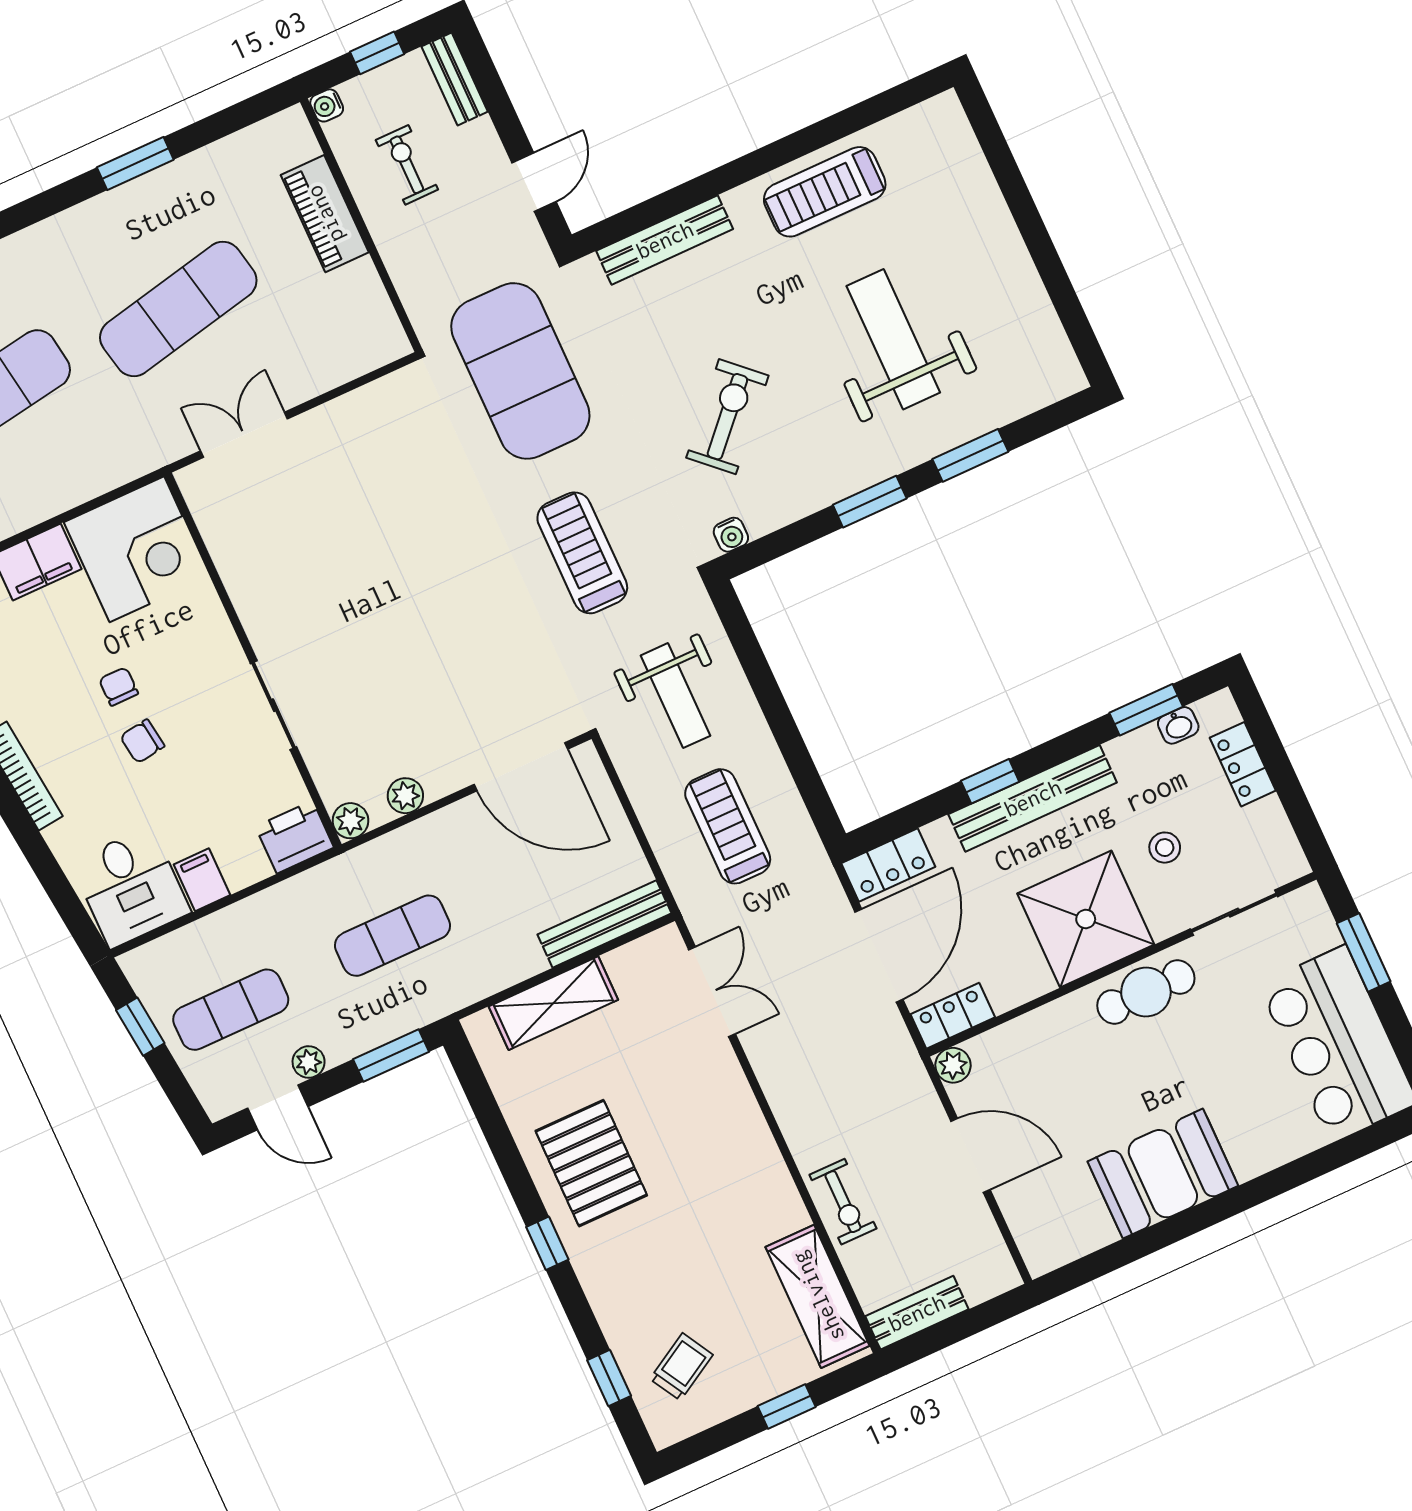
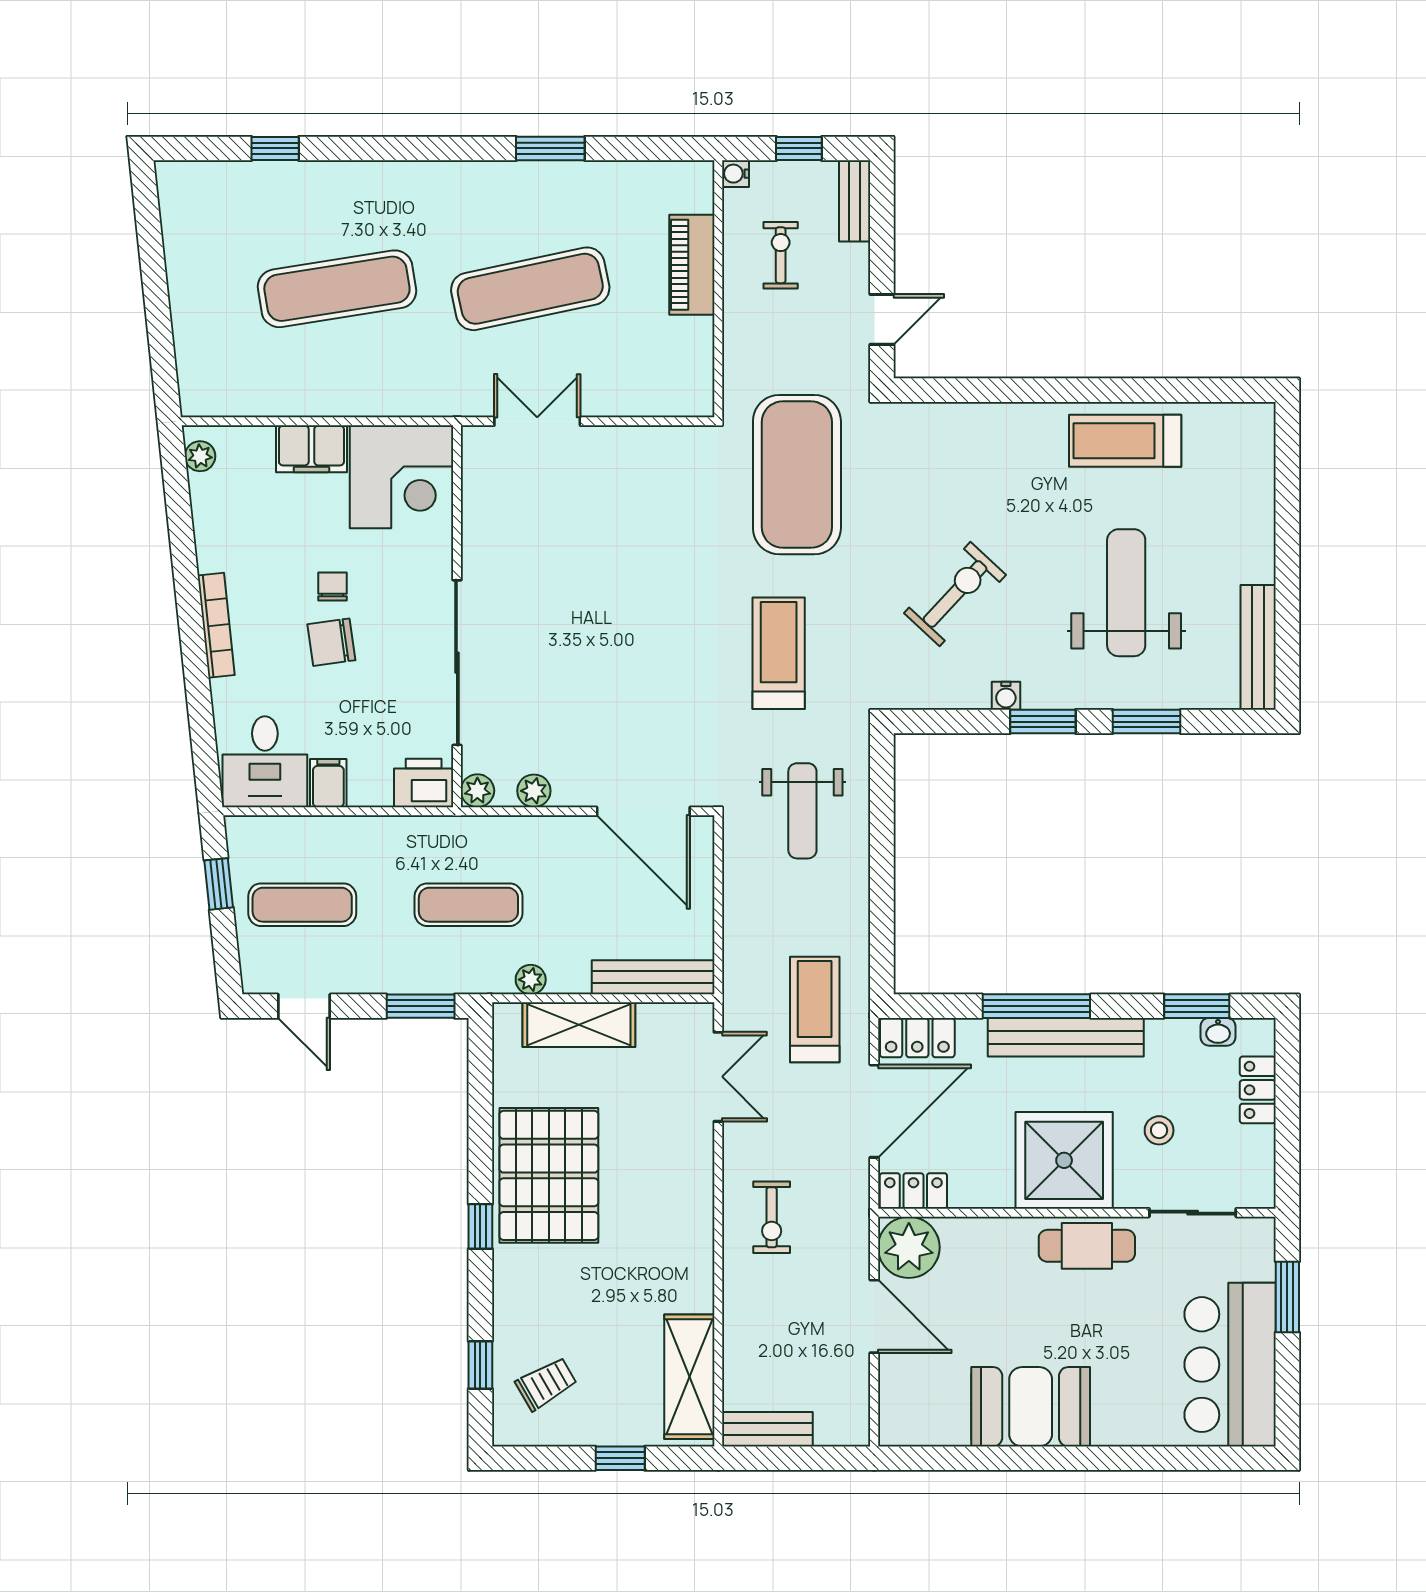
bench: (665, 240) -> (1258, 647), moved, turned 90
water cooler: (731, 535) -> (1006, 696), moved
sliding door: (274, 705) -> (457, 663), width x1.86
chair: (142, 741) -> (331, 642), width x1.37, depth x1.37
window: (990, 781) -> (1036, 1006), width x2.17
treadmill: (728, 826) -> (815, 1010), moved
plant: (309, 1062) -> (531, 980), moved
plant: (953, 1065) -> (909, 1247), width x1.88, depth x1.88
pallet: (591, 1163) -> (549, 1175), width x1.37, depth x1.41
exercise bike: (843, 1202) -> (772, 1217), moved

